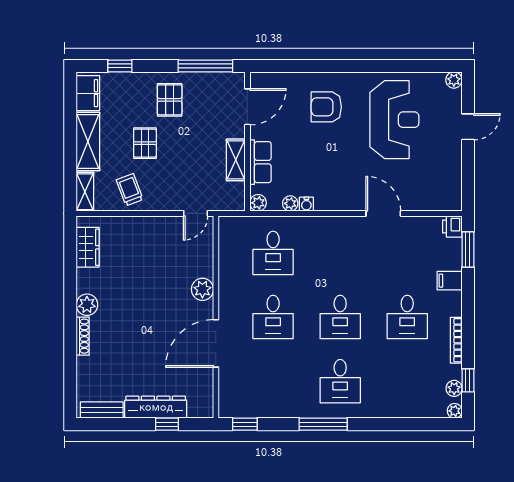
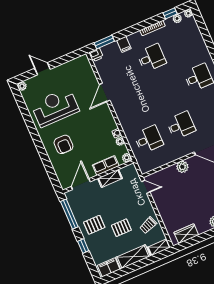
window: (120, 66) -> (83, 246), moved
door: (247, 107) -> (81, 184), hinge flipped
desk: (340, 317) -> (166, 91), removed

